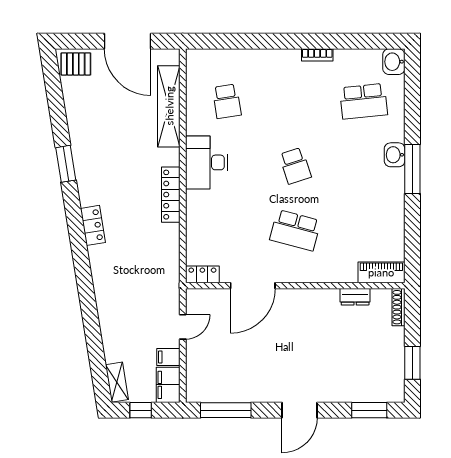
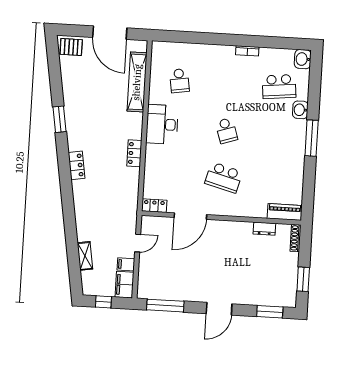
washbasin: (395, 155) -> (300, 110), moved
locker: (171, 195) -> (134, 153), width x0.66
shelving: (117, 382) -> (85, 256), moved

